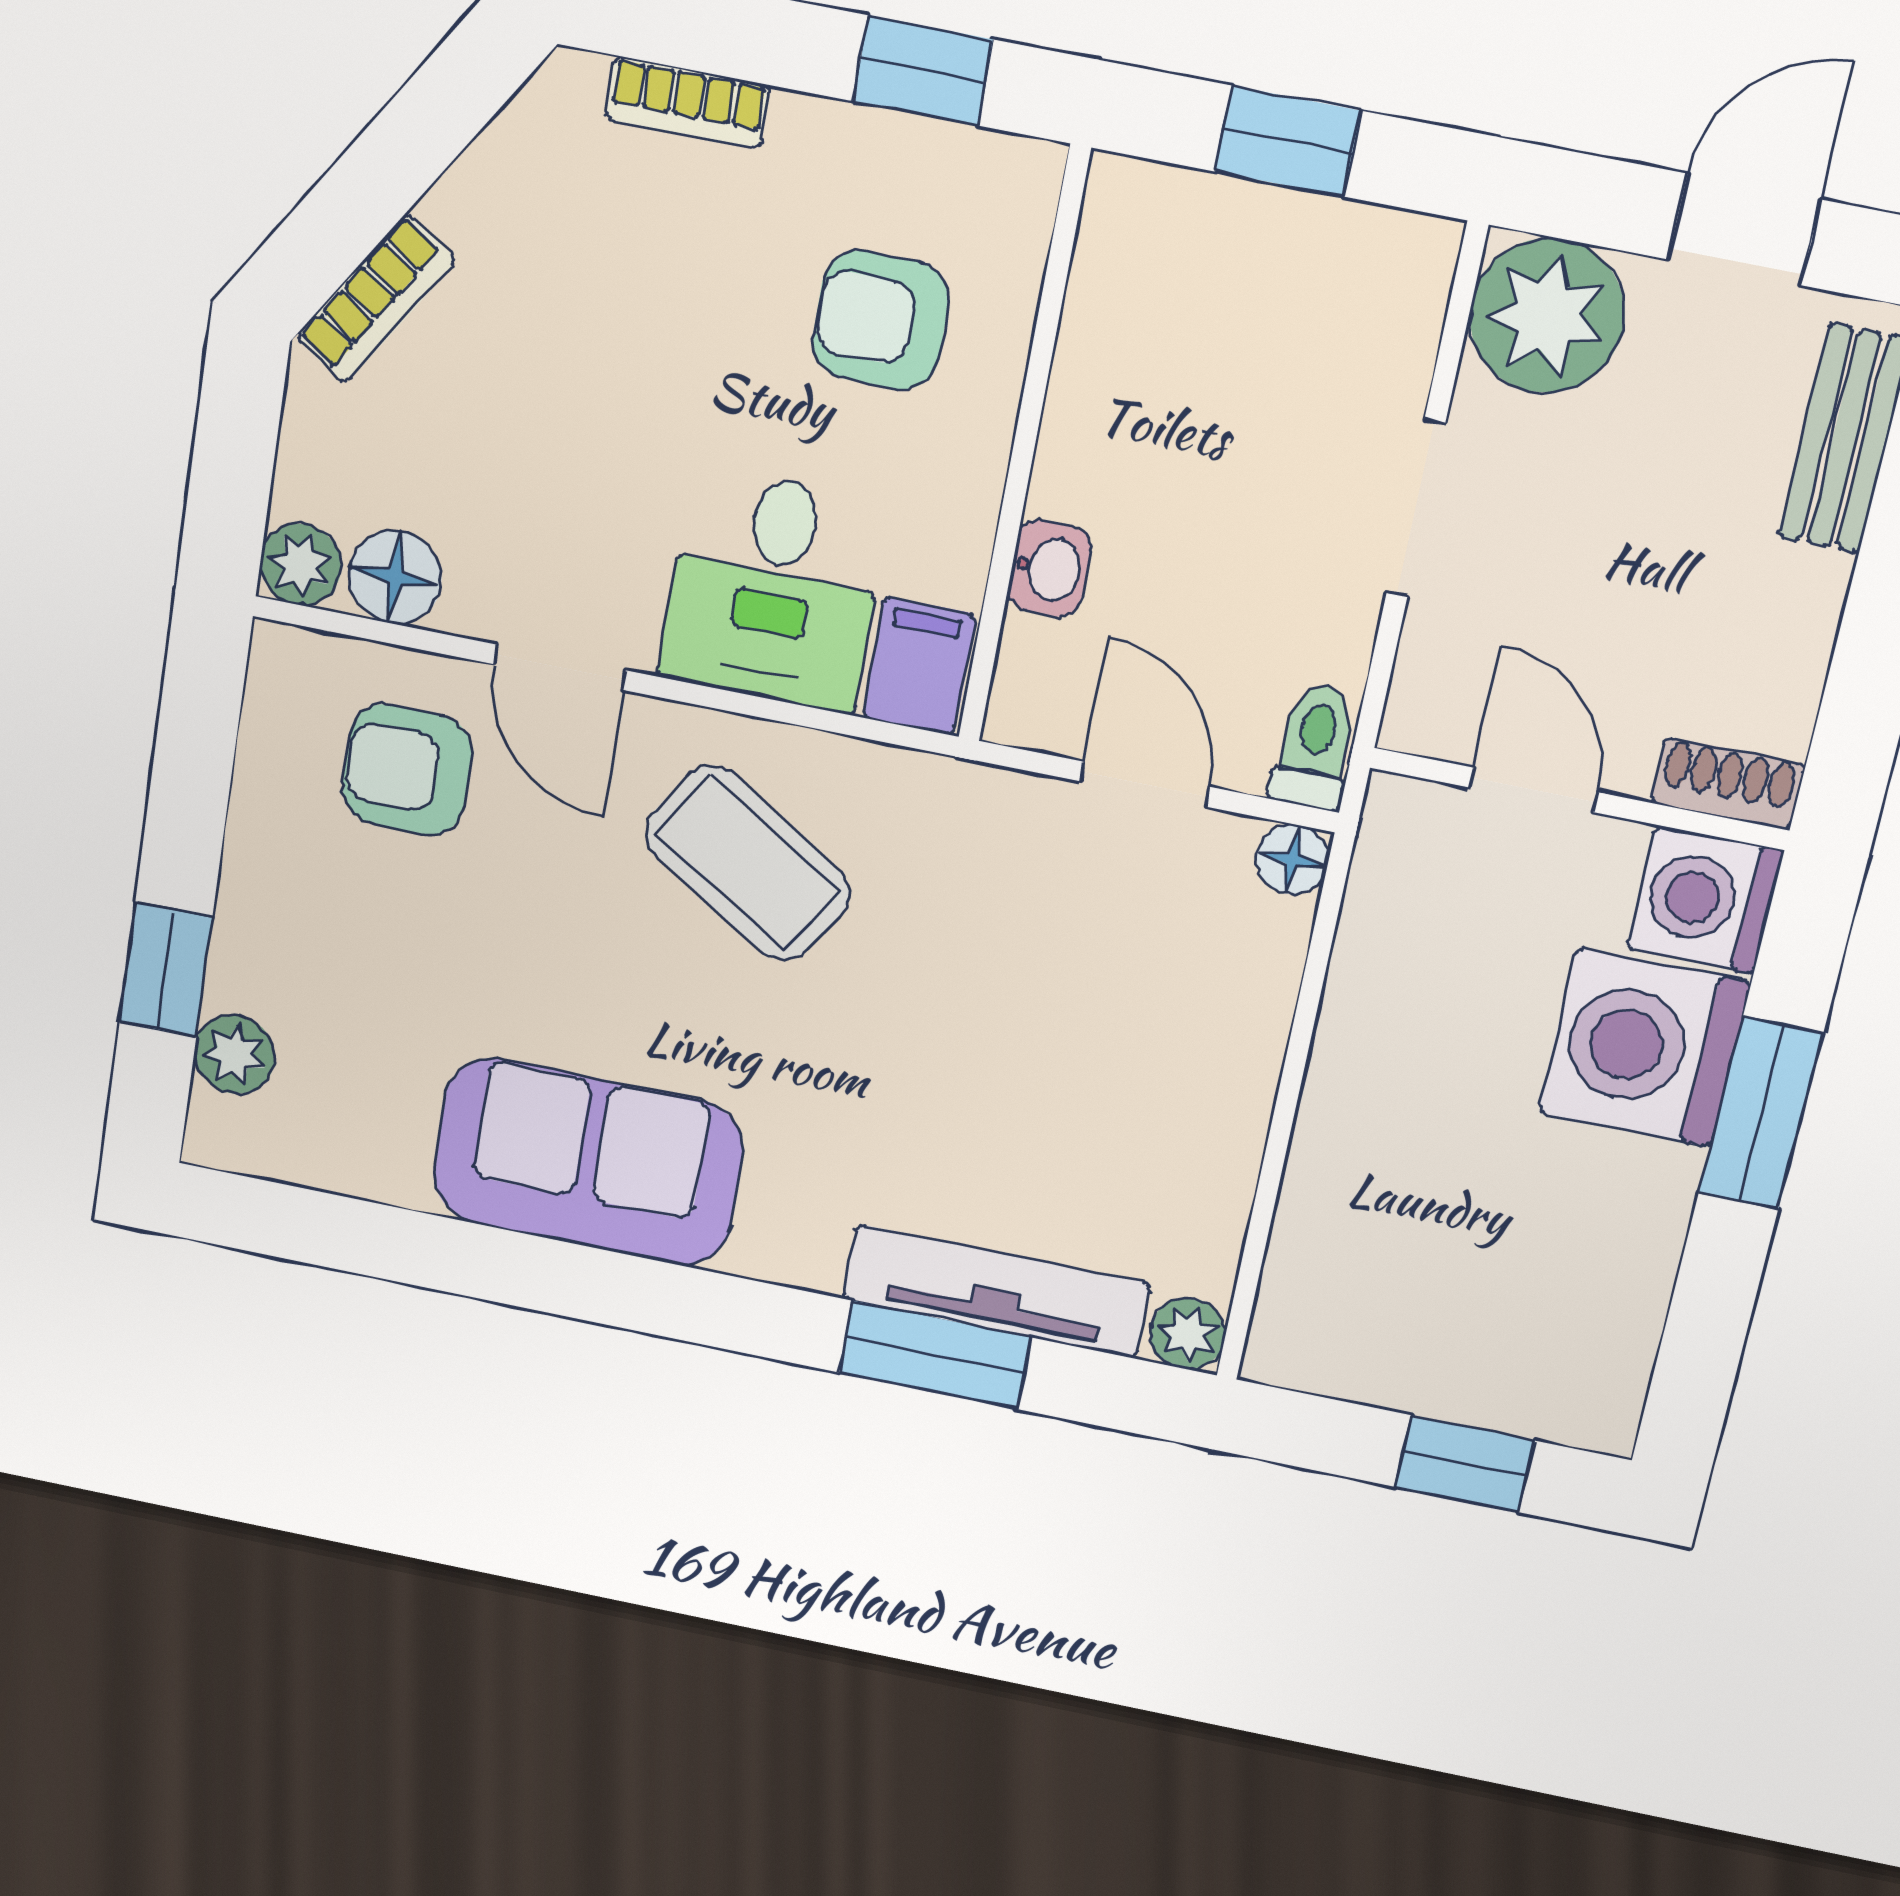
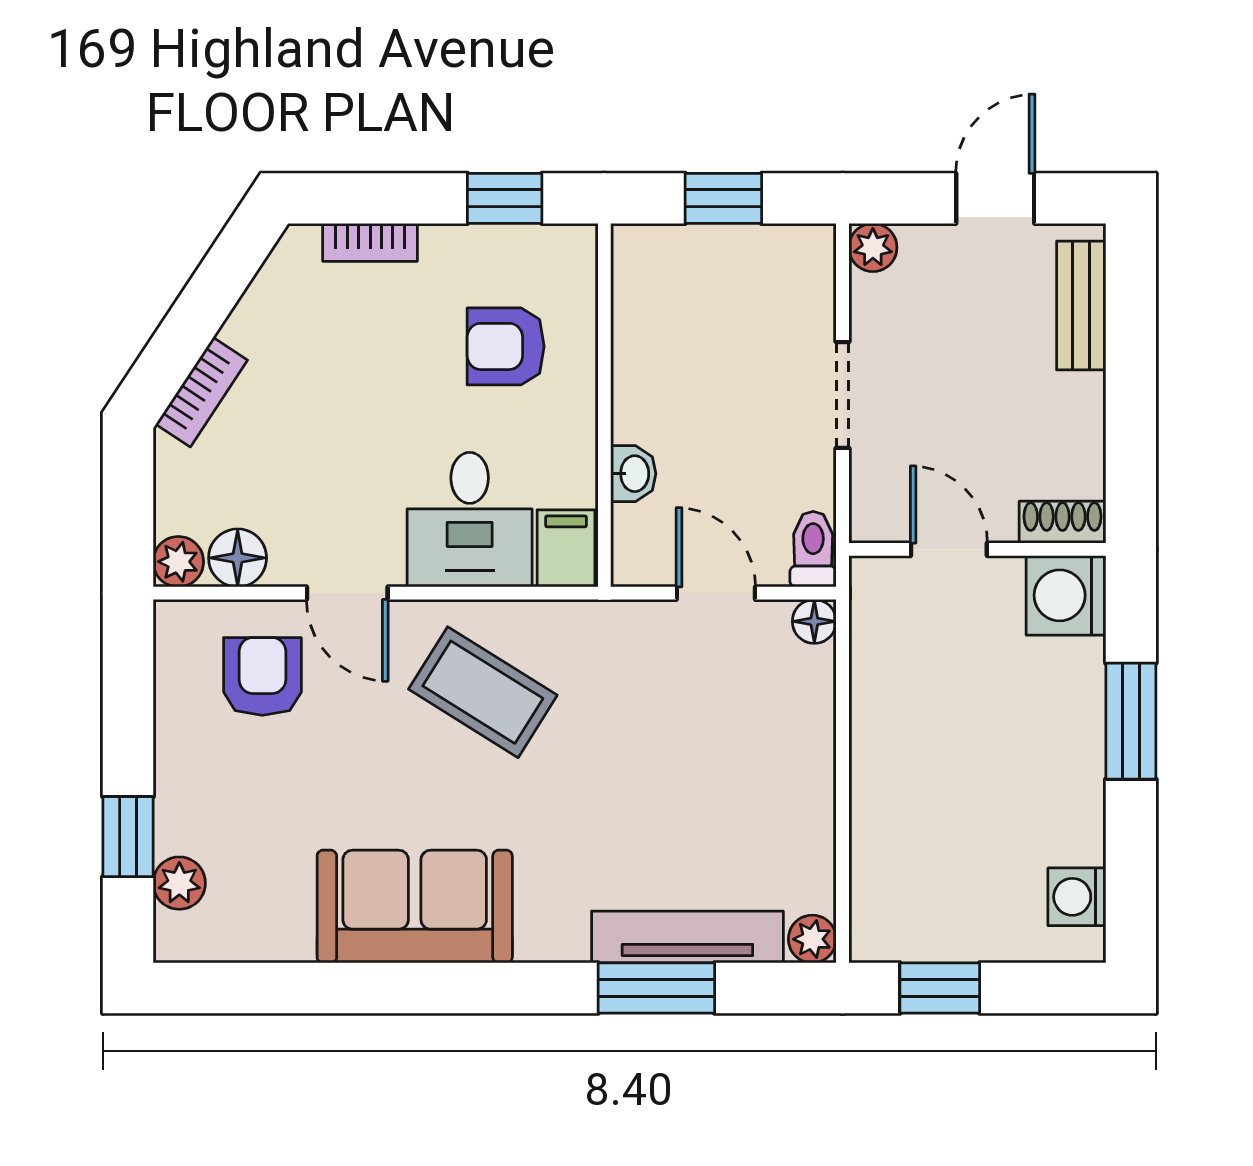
plant: (1547, 316) -> (873, 247), width x0.53, depth x0.53
armchair: (407, 770) -> (262, 676), turned 90
washing machine: (1644, 1048) -> (1077, 897), moved, width x0.53, depth x0.53
window: (1465, 1464) -> (940, 988), moved

